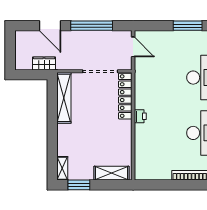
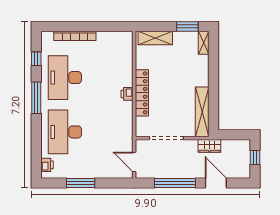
window: (10, 52) -> (255, 157), added
wardrobe: (44, 63) -> (209, 146), moved
locker: (125, 96) -> (142, 93), moved

